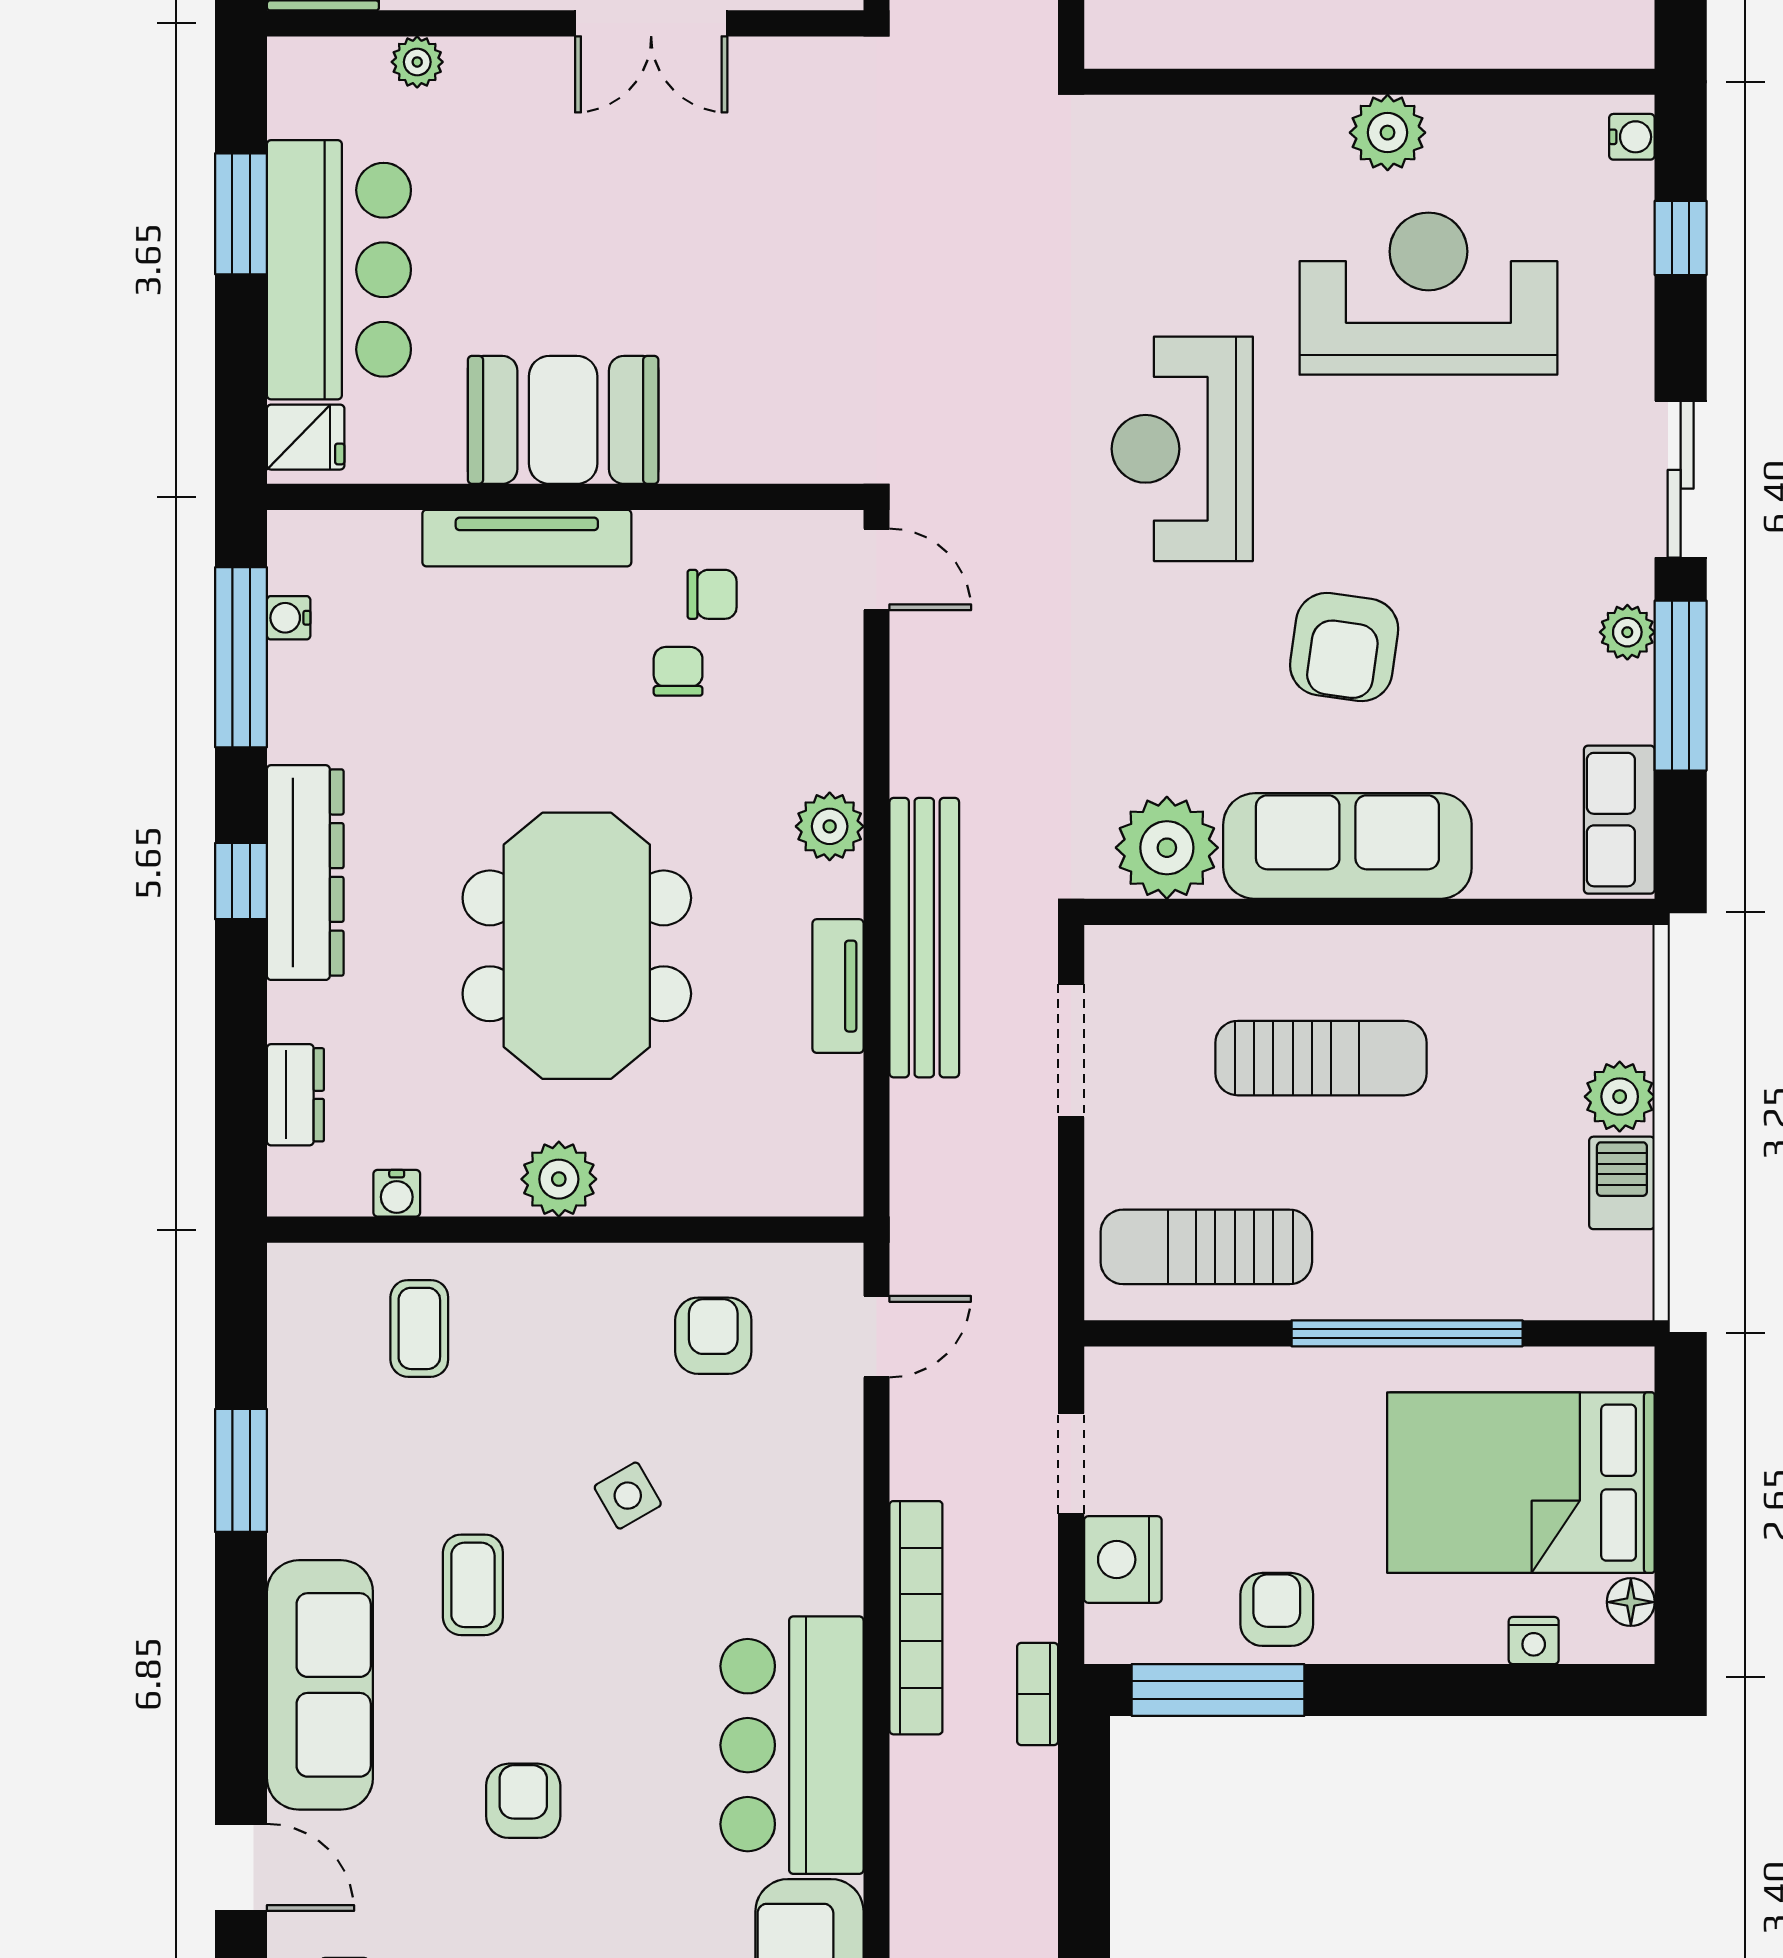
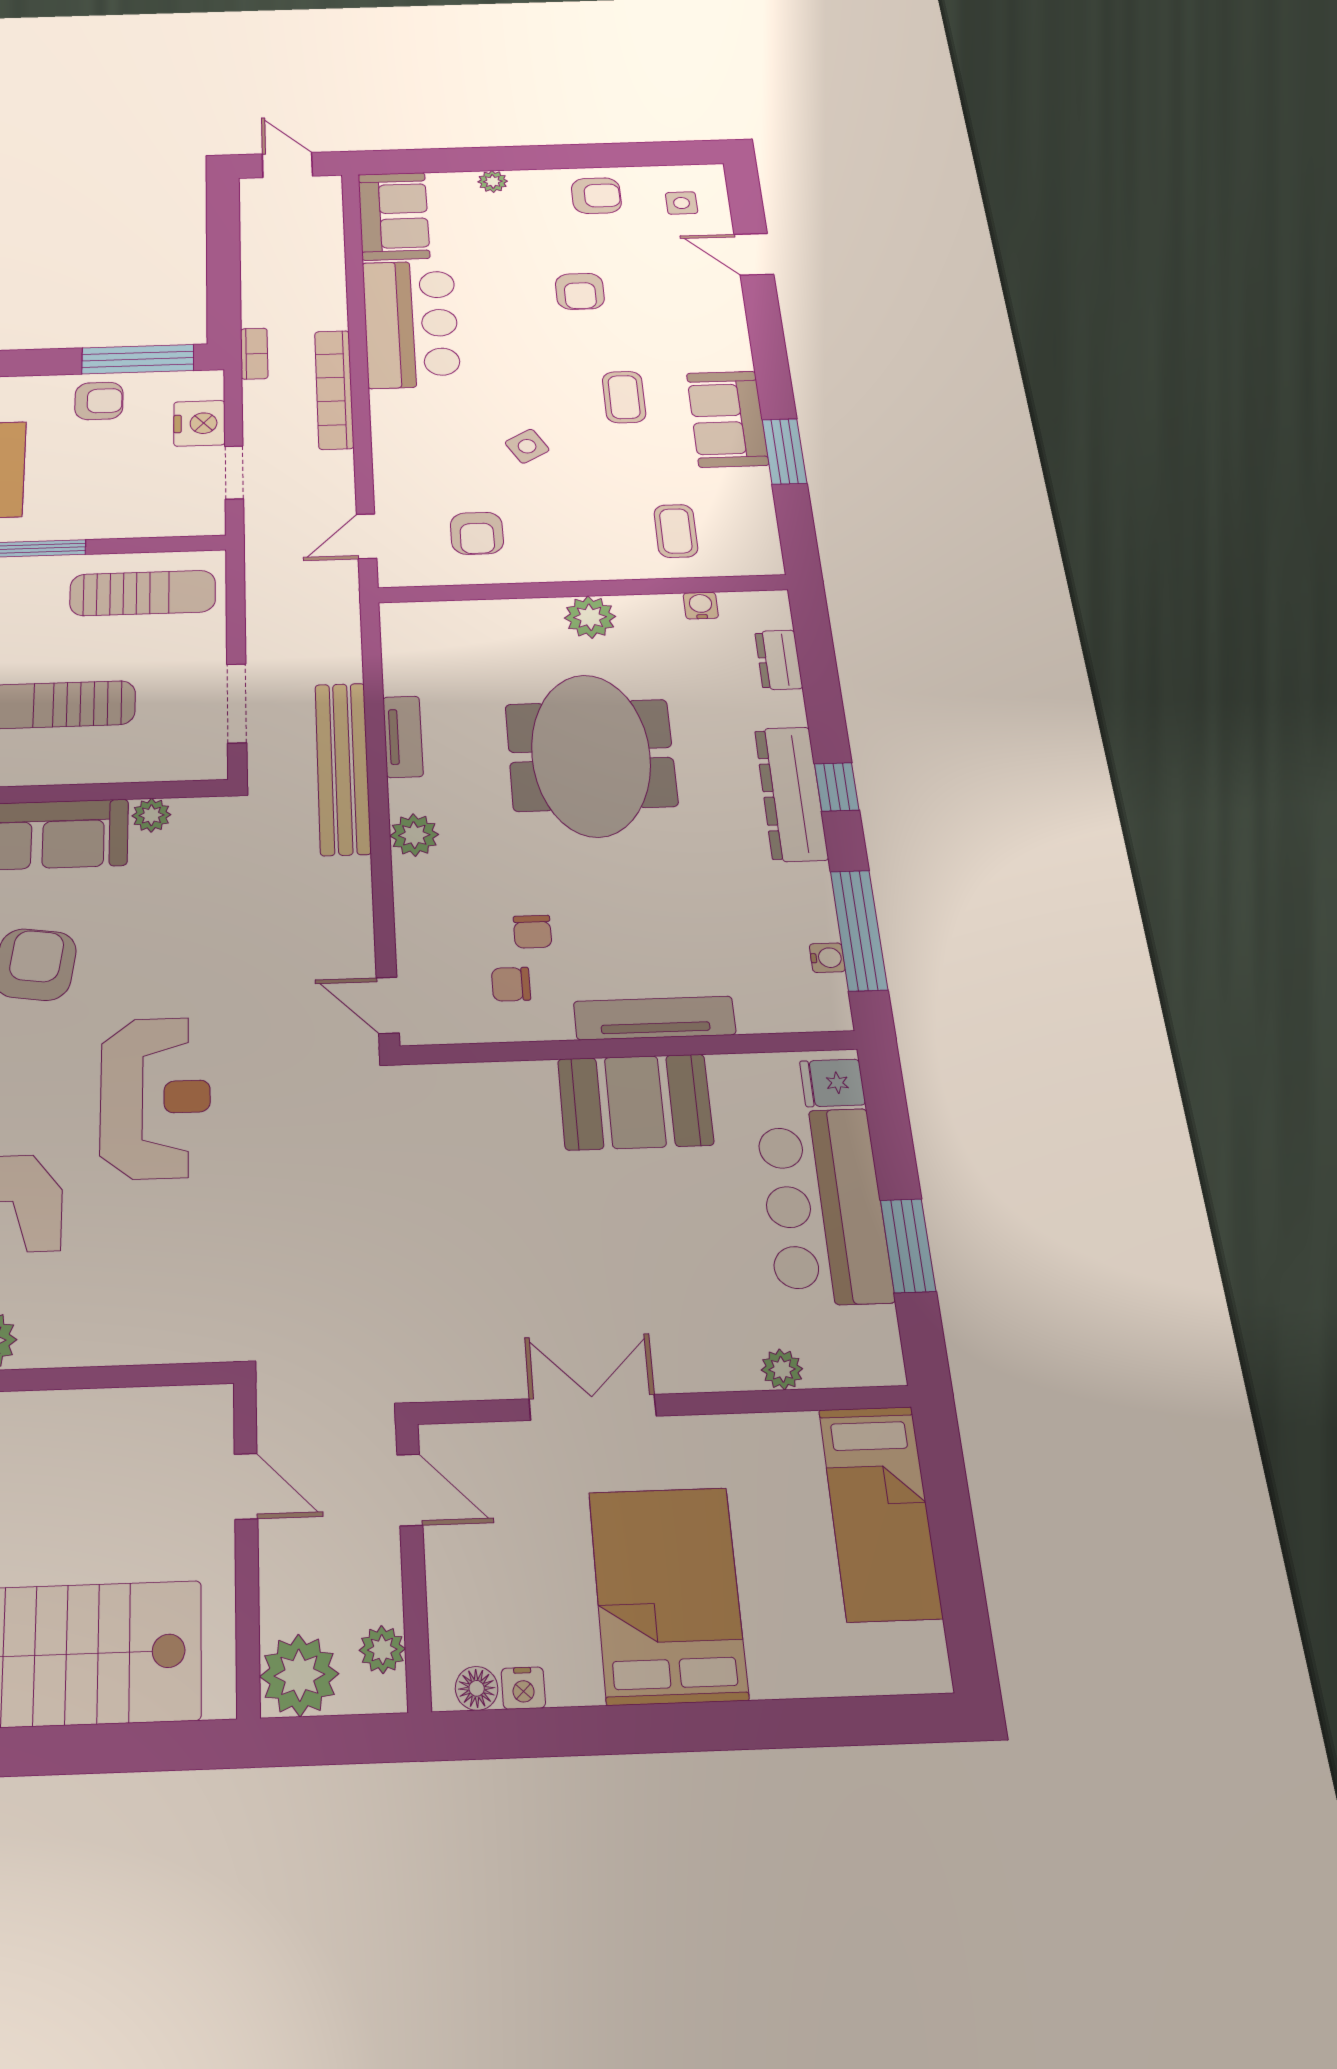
plant: (1167, 848) -> (151, 815), width x0.53, depth x0.53
armchair: (1277, 1609) -> (99, 401), turned -90
sofa: (320, 1685) -> (727, 419), moved, width x0.73

